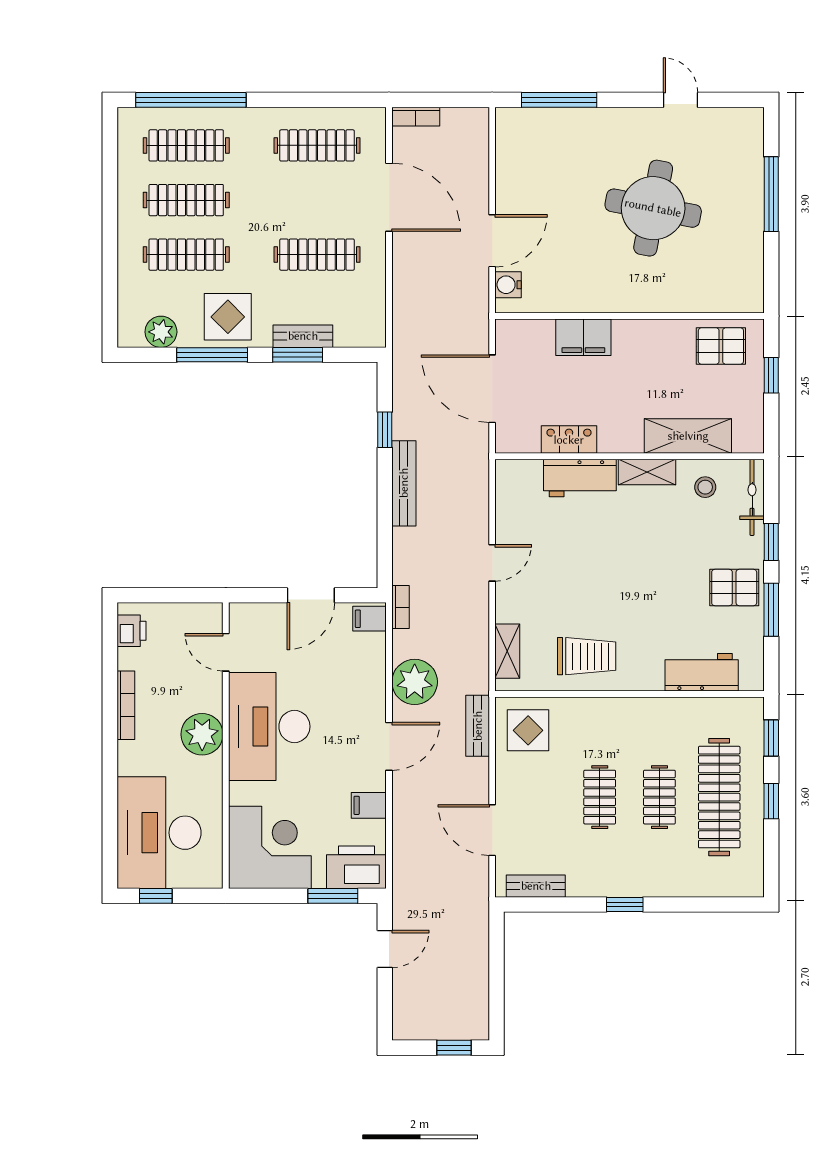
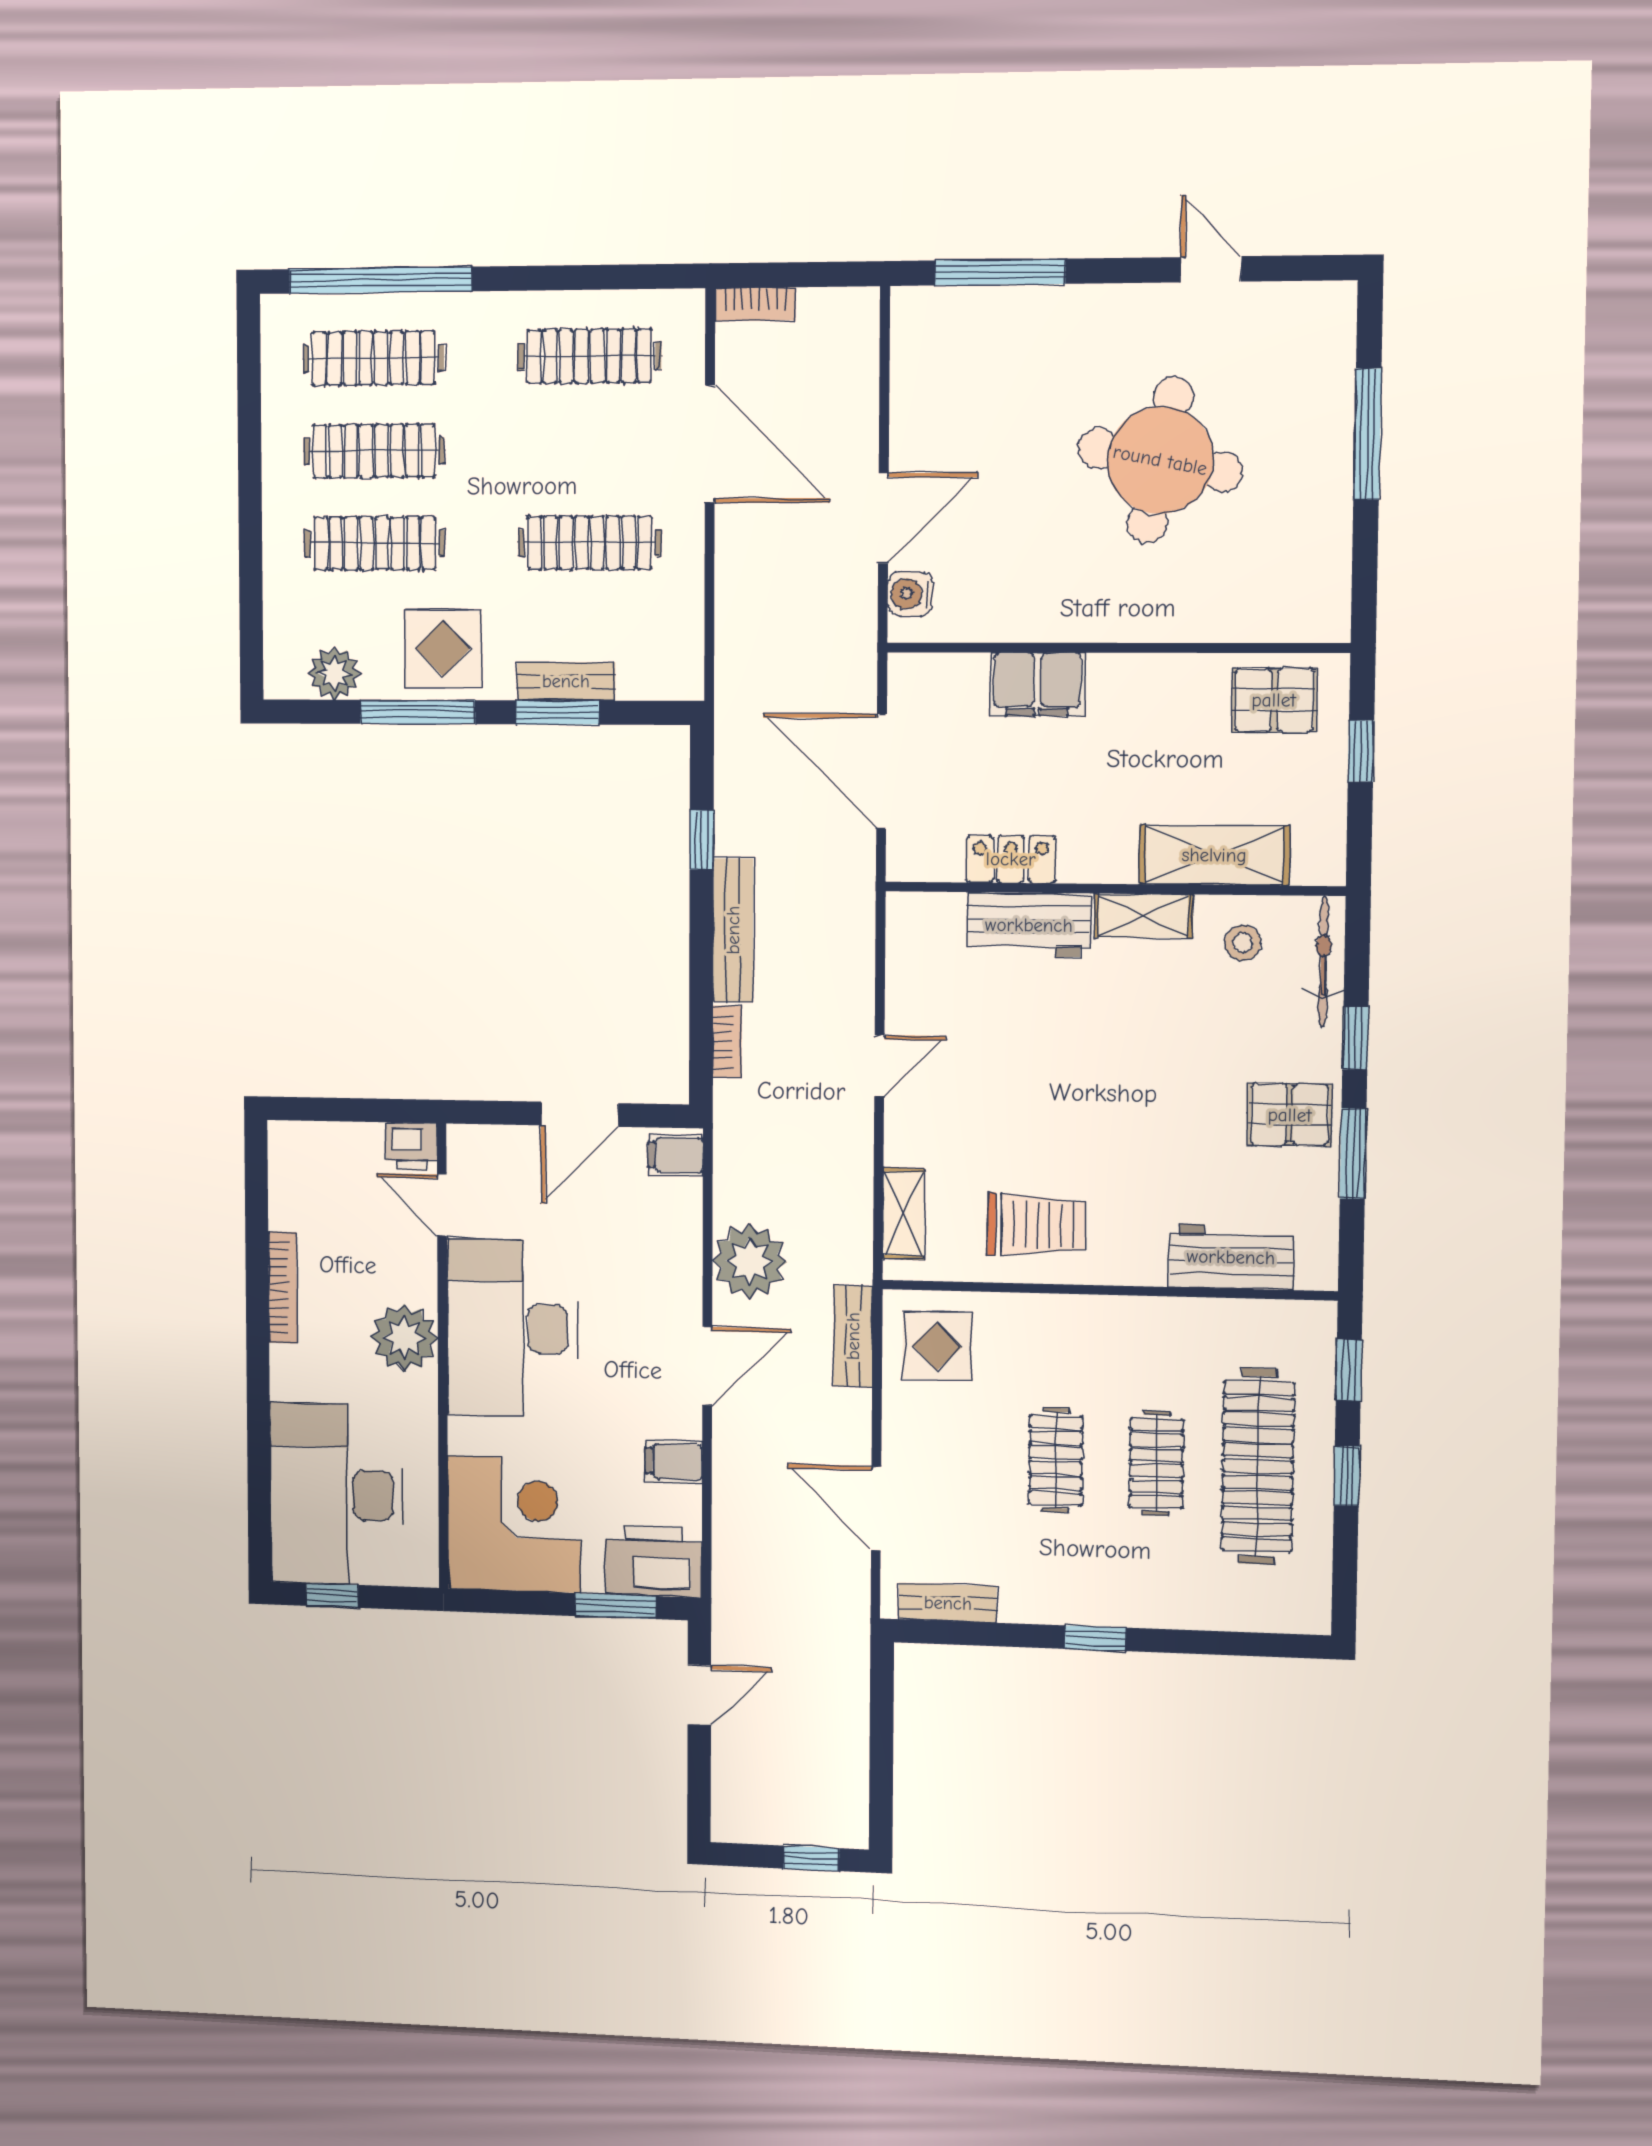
bookcase: (401, 607) -> (727, 1042), moved
printer: (131, 631) -> (411, 1147), moved, turned 90

